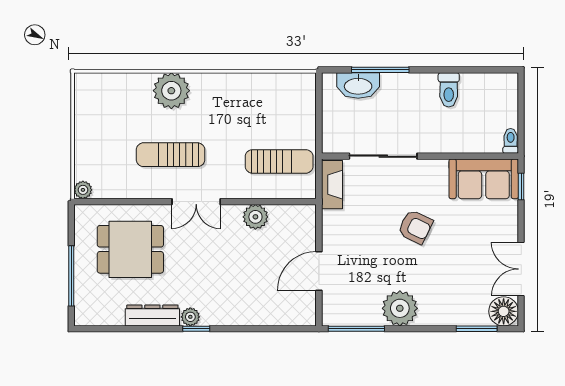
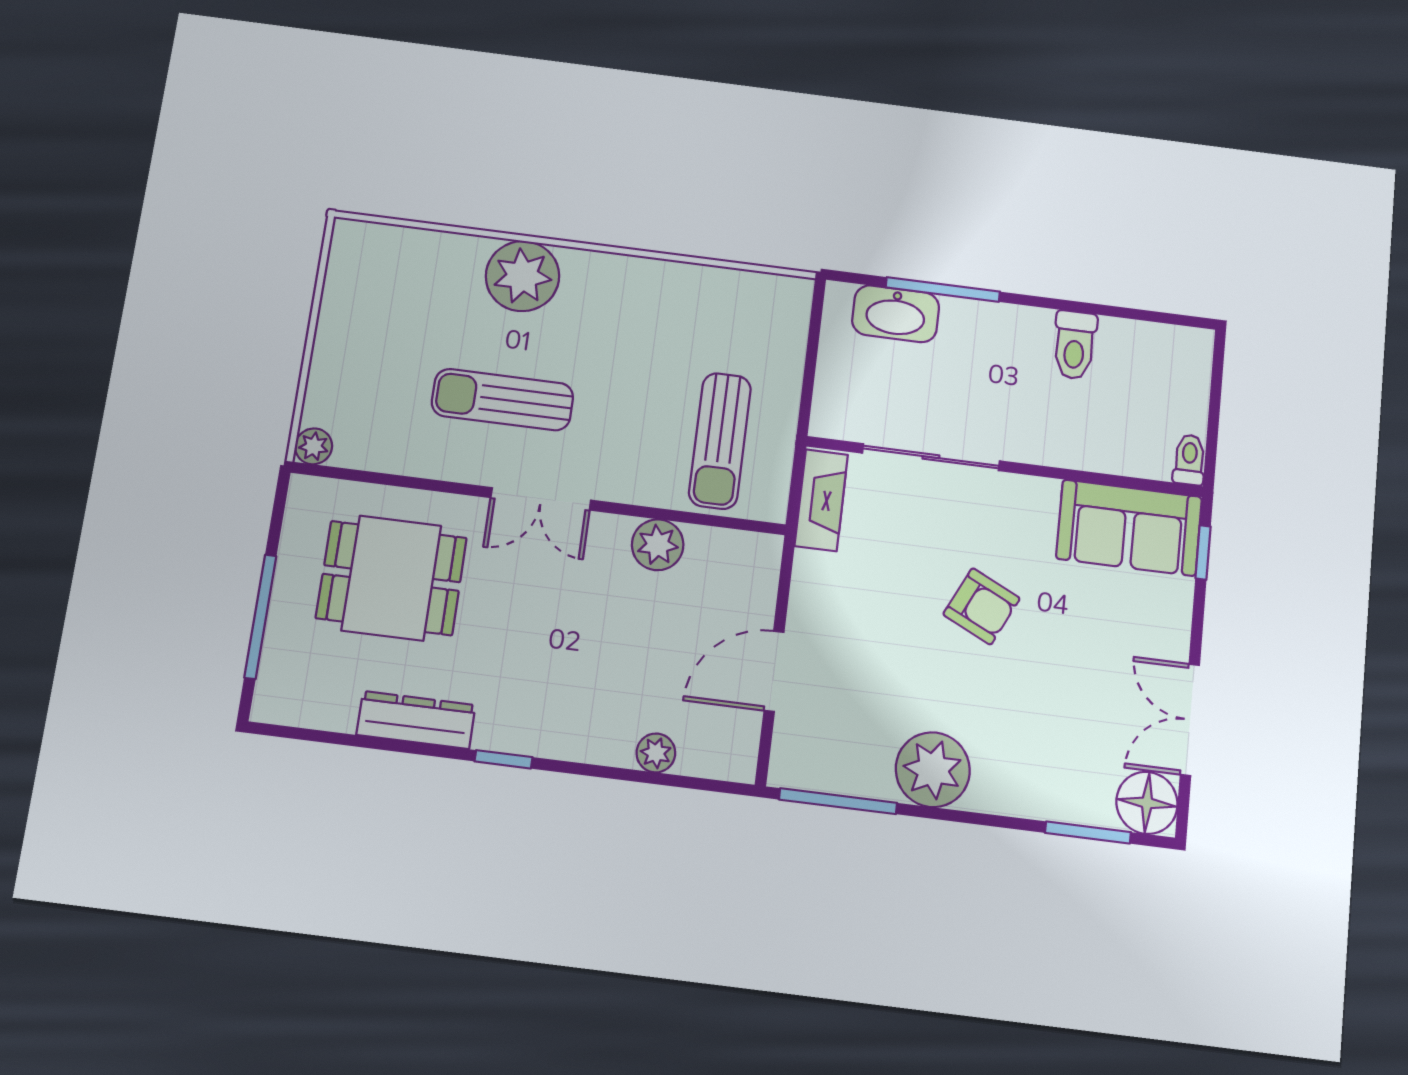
sun lounger: (279, 161) -> (720, 441), turned 90
plant: (190, 317) -> (656, 753), moved

